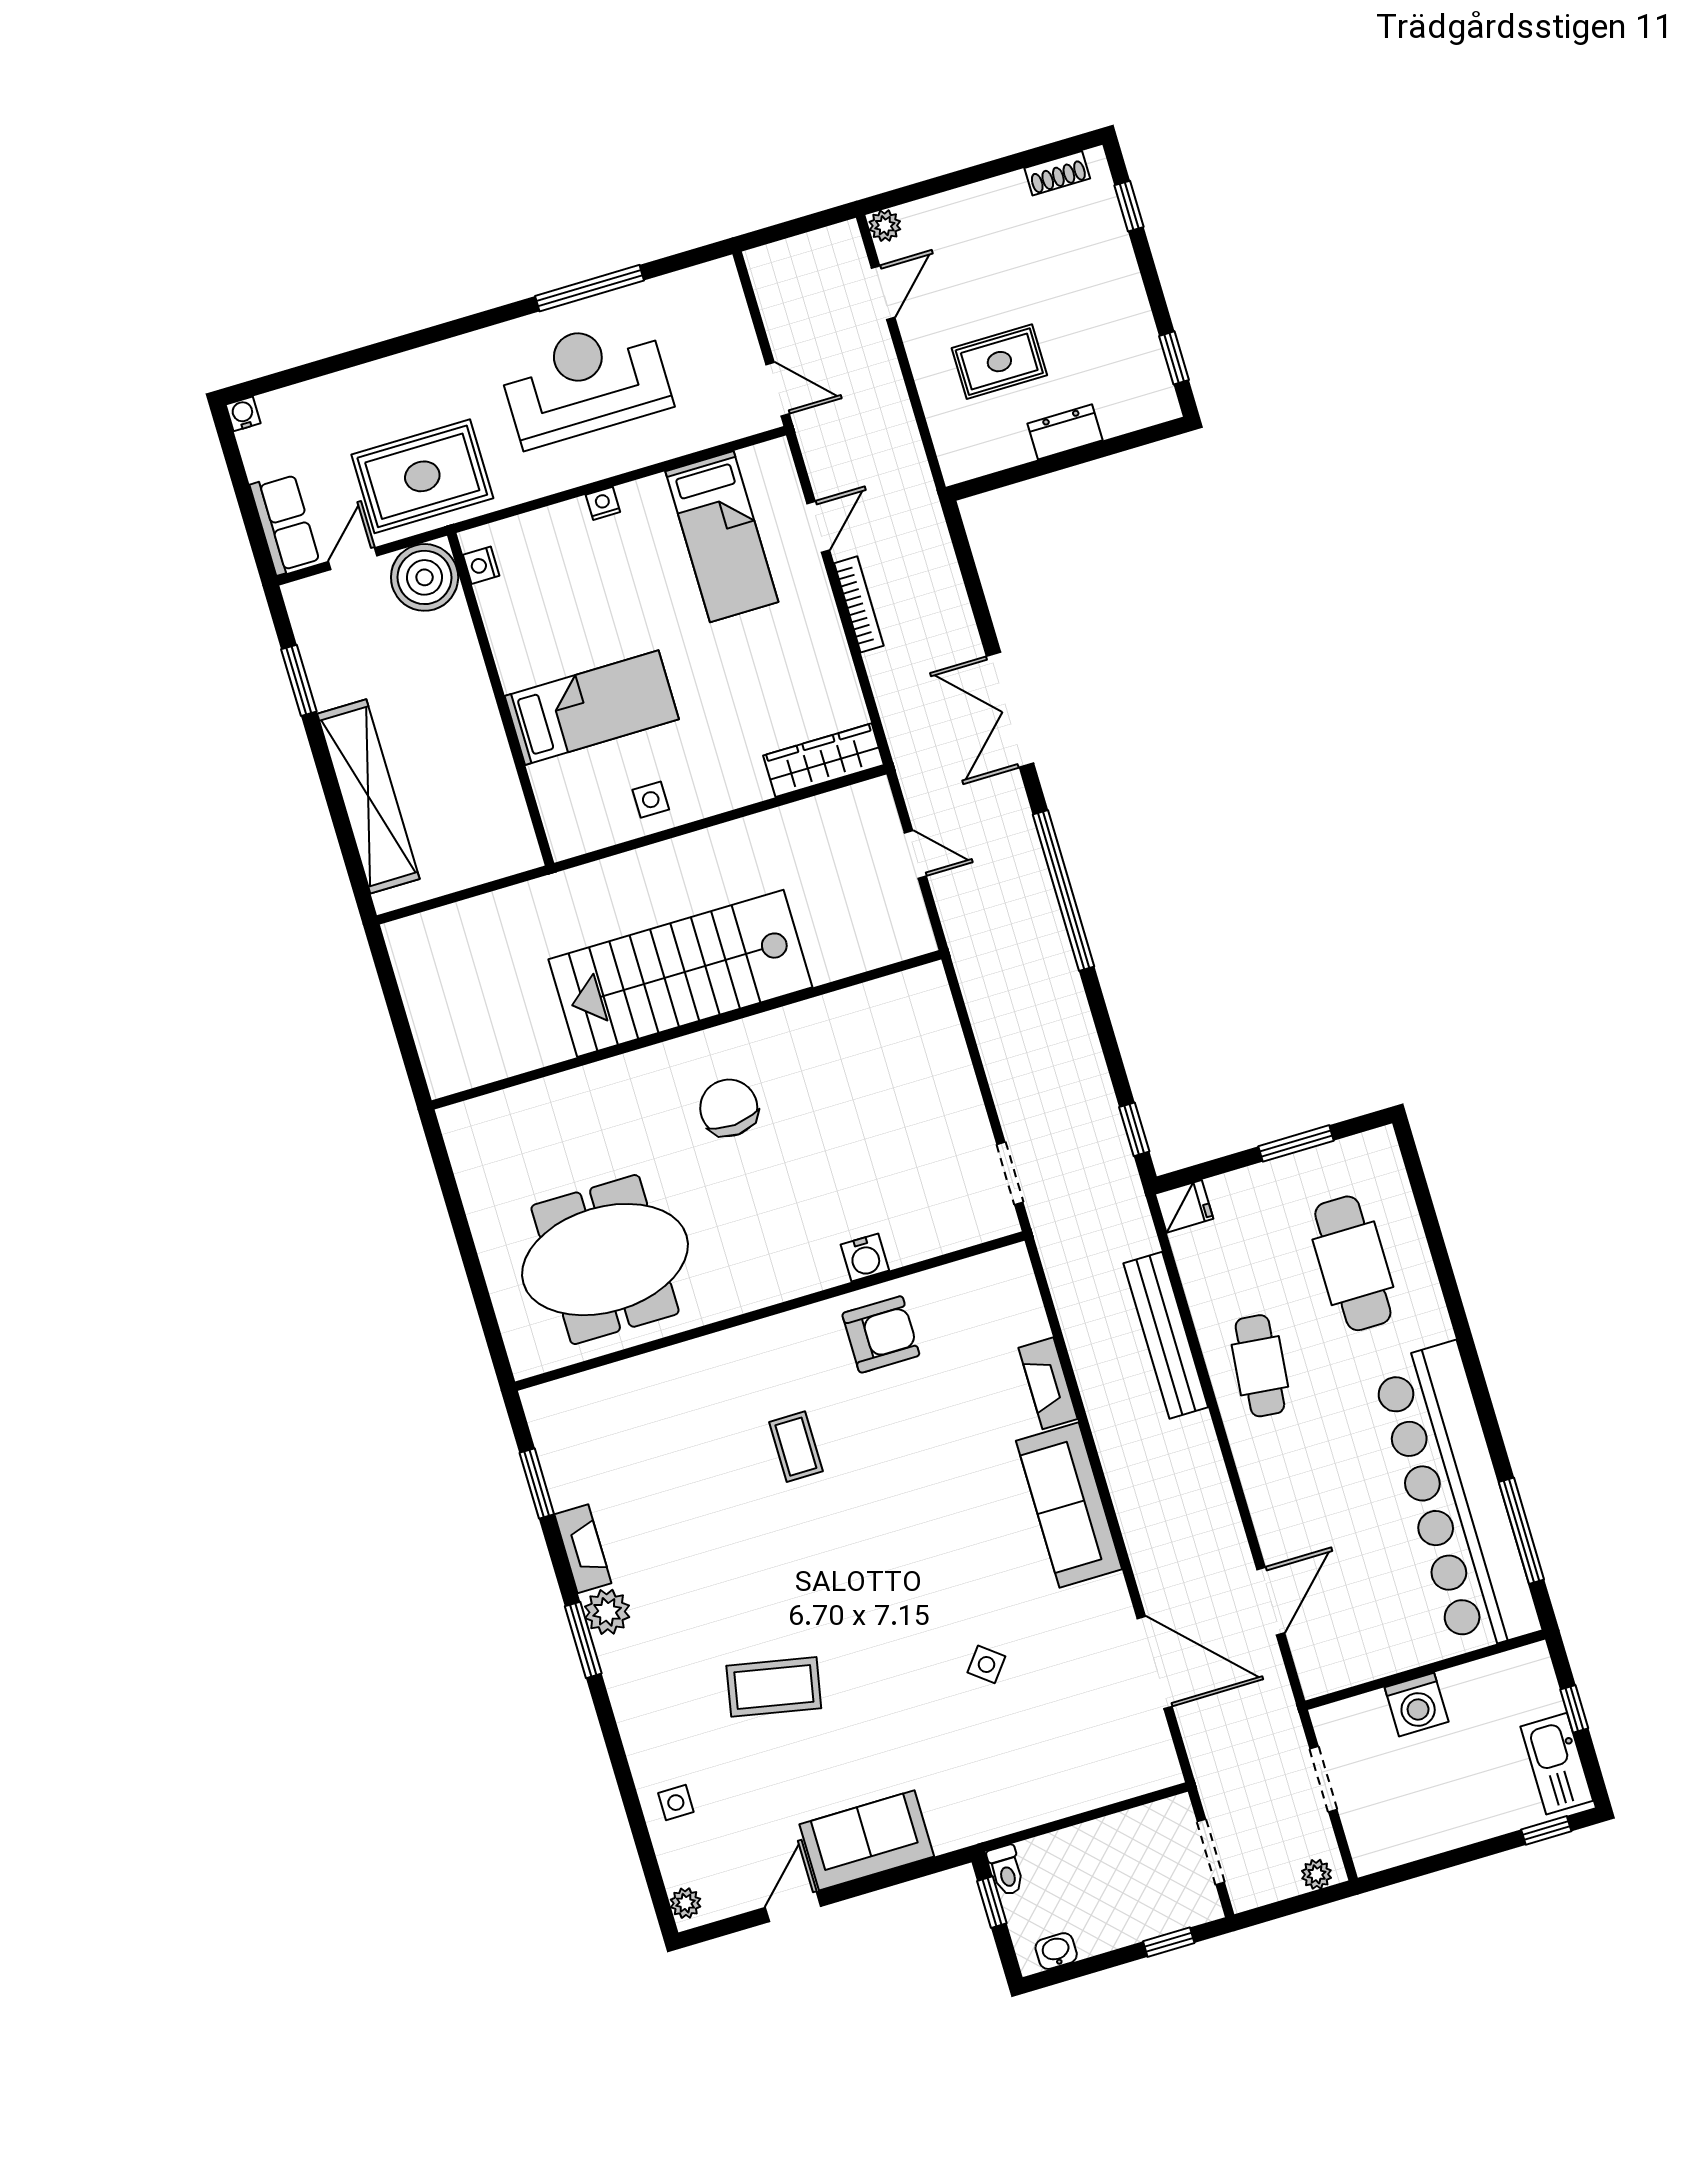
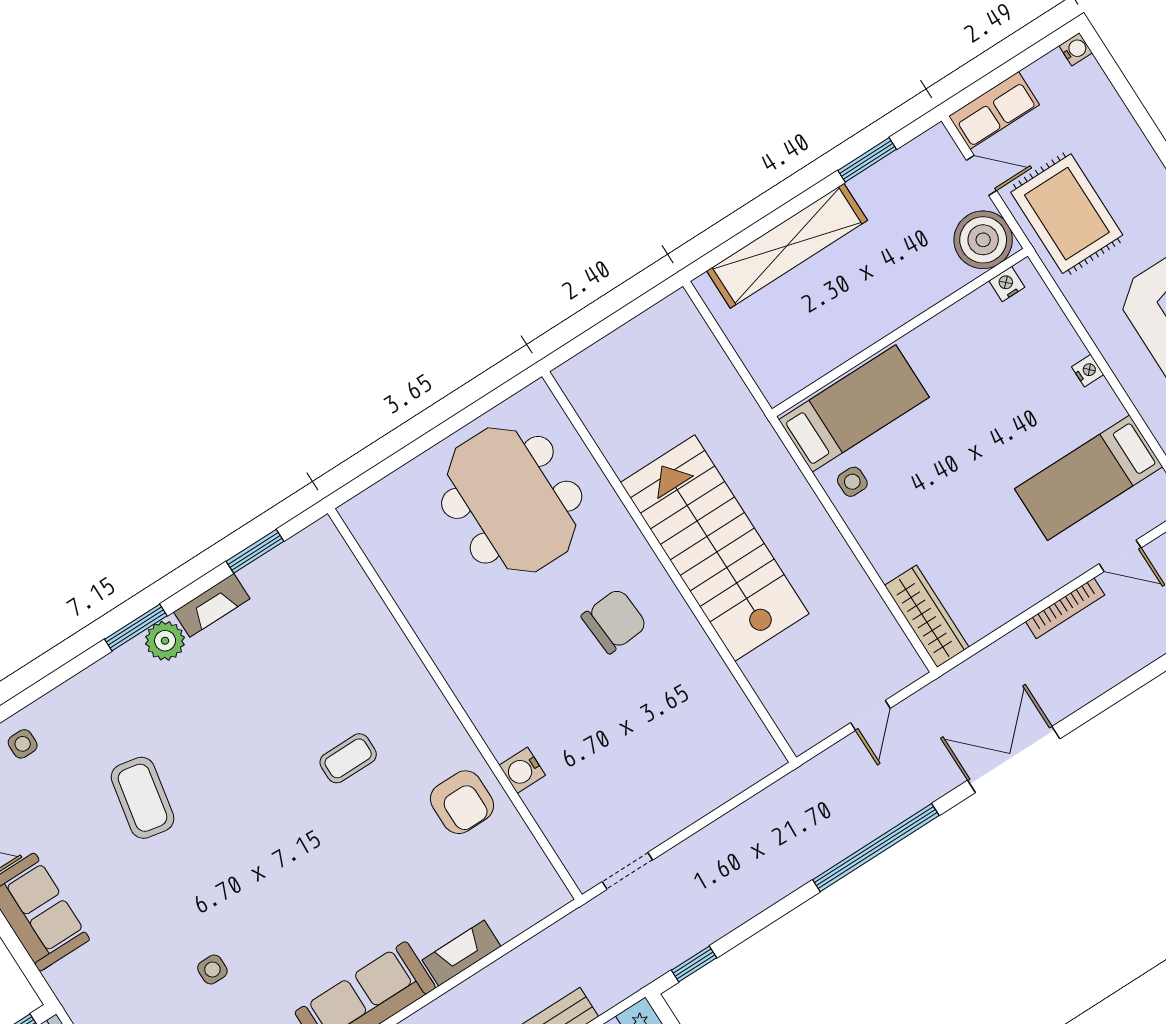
bed: (592, 708) -> (854, 408), moved, turned -90
meeting table: (605, 1260) -> (512, 500), moved
side table: (986, 1664) -> (212, 970), turned -38

